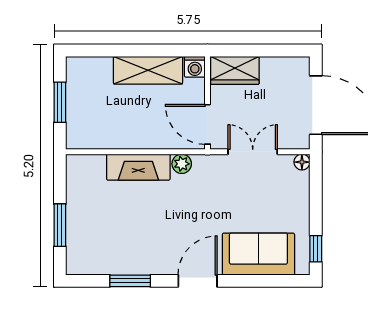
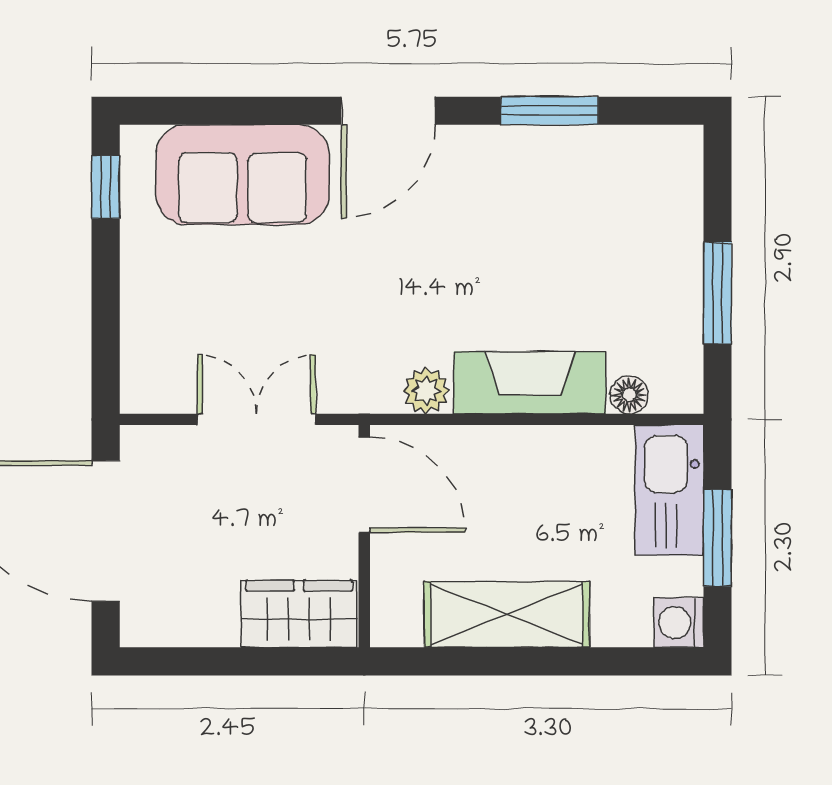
washing machine: (195, 67) -> (679, 623), moved, turned -90
kitchen sink: (80, 122) -> (669, 490), added
double door: (253, 152) -> (256, 419), swing flipped
floor lamp: (302, 162) -> (629, 395), moved
window: (60, 225) -> (718, 293), moved

